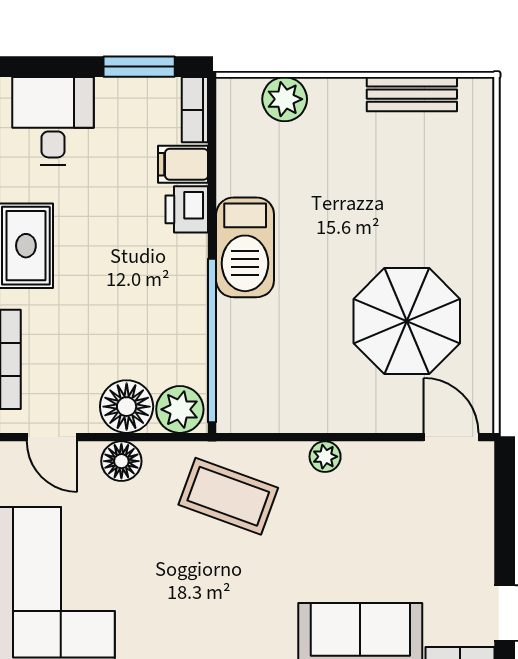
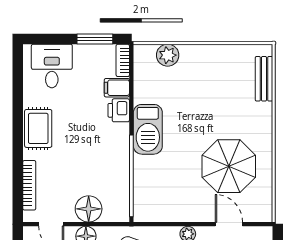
bench: (412, 94) -> (264, 79), moved, turned 90
plant: (180, 409) -> (115, 210), removed
door: (451, 437) -> (229, 224), moved

